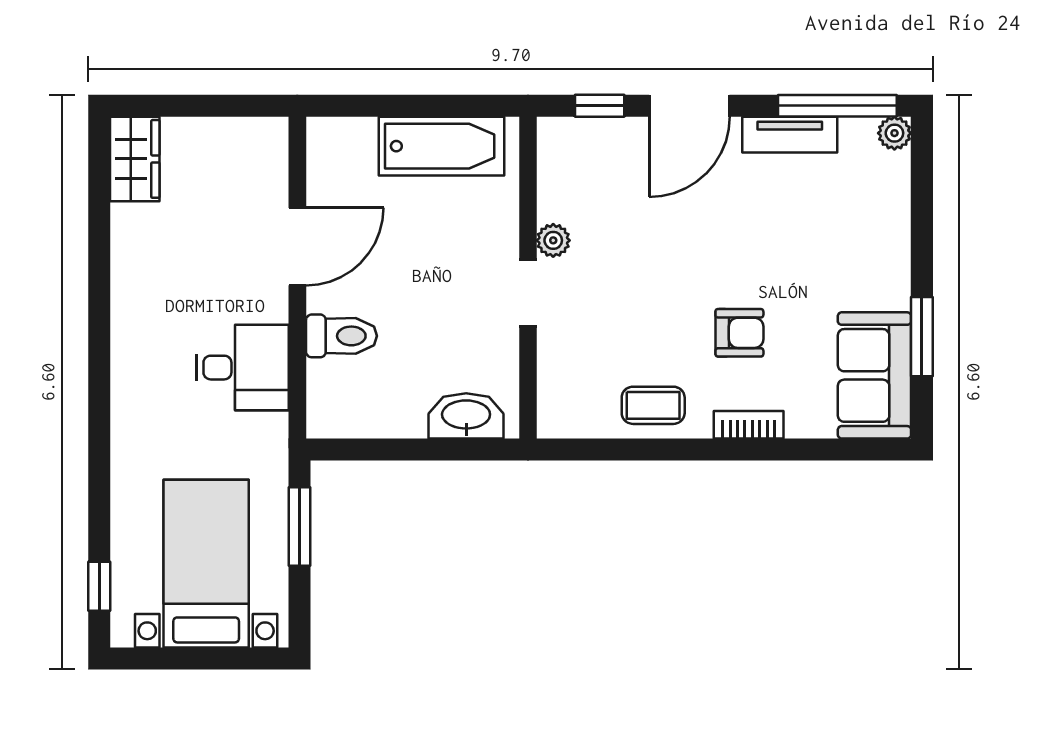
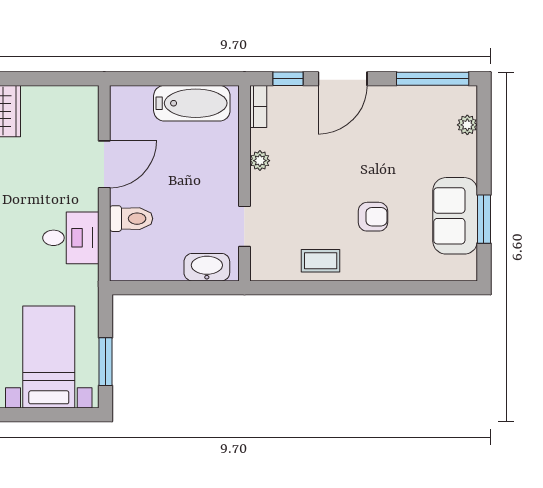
plant: (894, 133) -> (467, 125), moved
tv unit: (790, 135) -> (404, 96), removed
doorway: (528, 293) -> (244, 226), moved
sofa: (874, 375) -> (455, 216), moved
bookcase: (749, 425) -> (258, 106), moved, turned 90
window: (299, 526) -> (106, 362), moved

